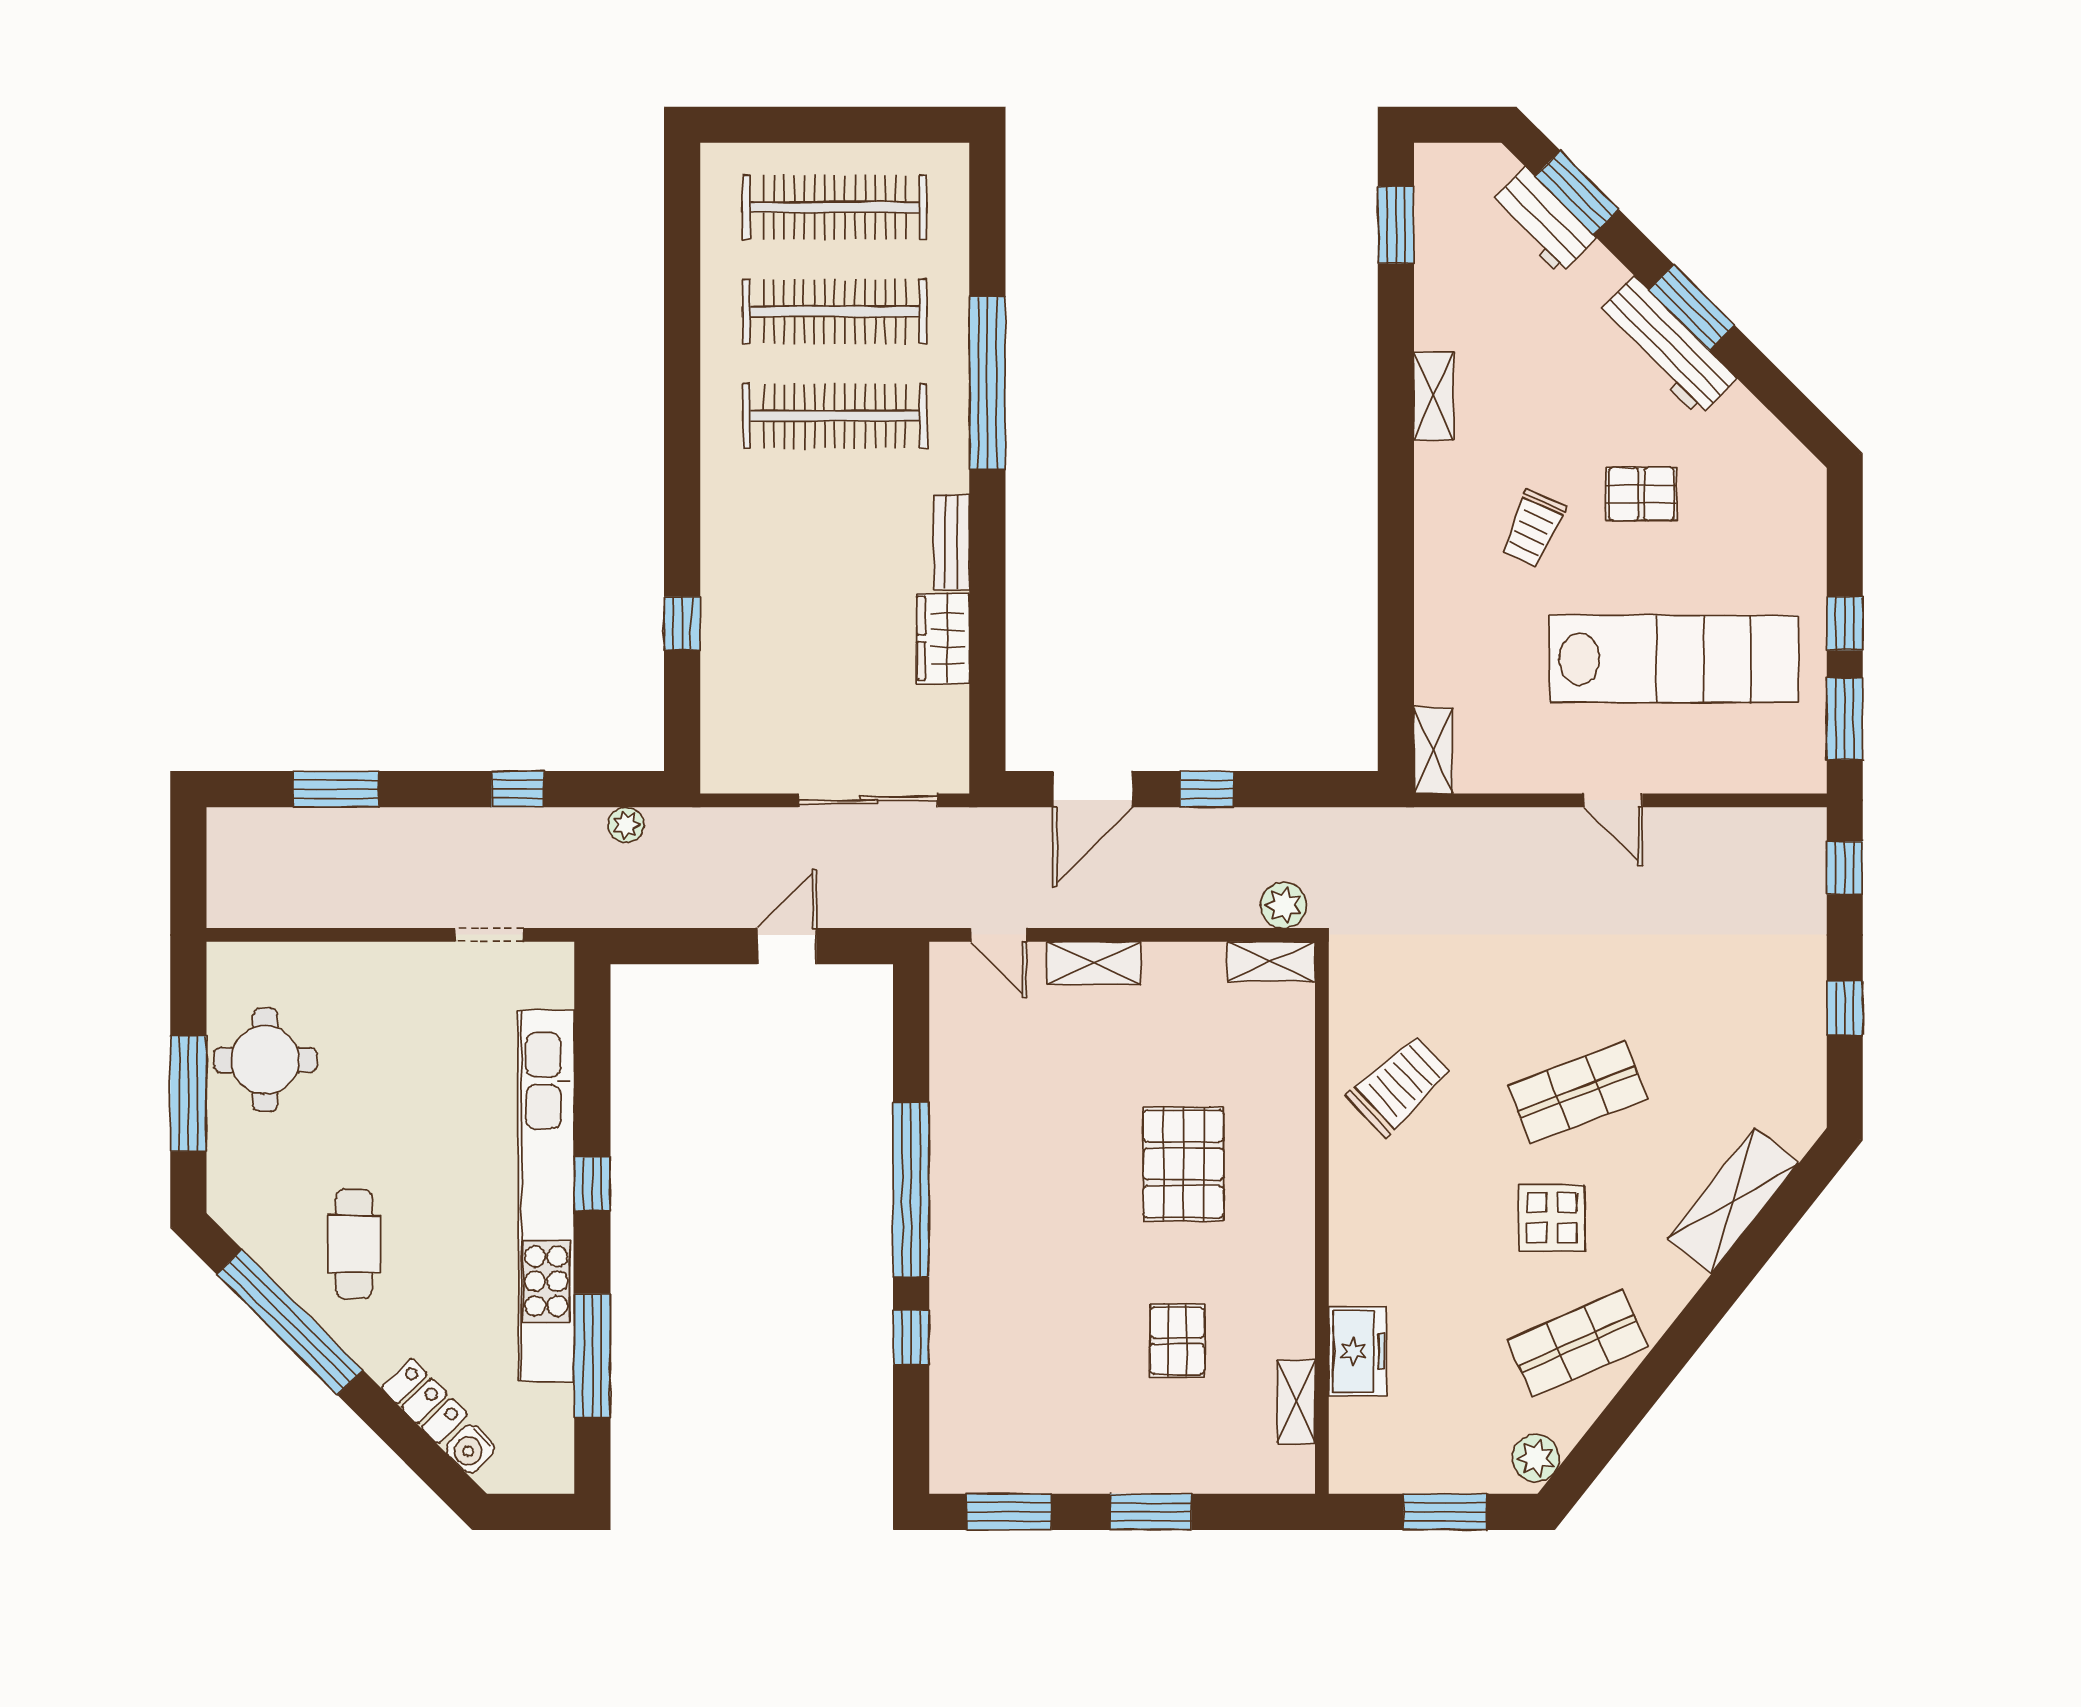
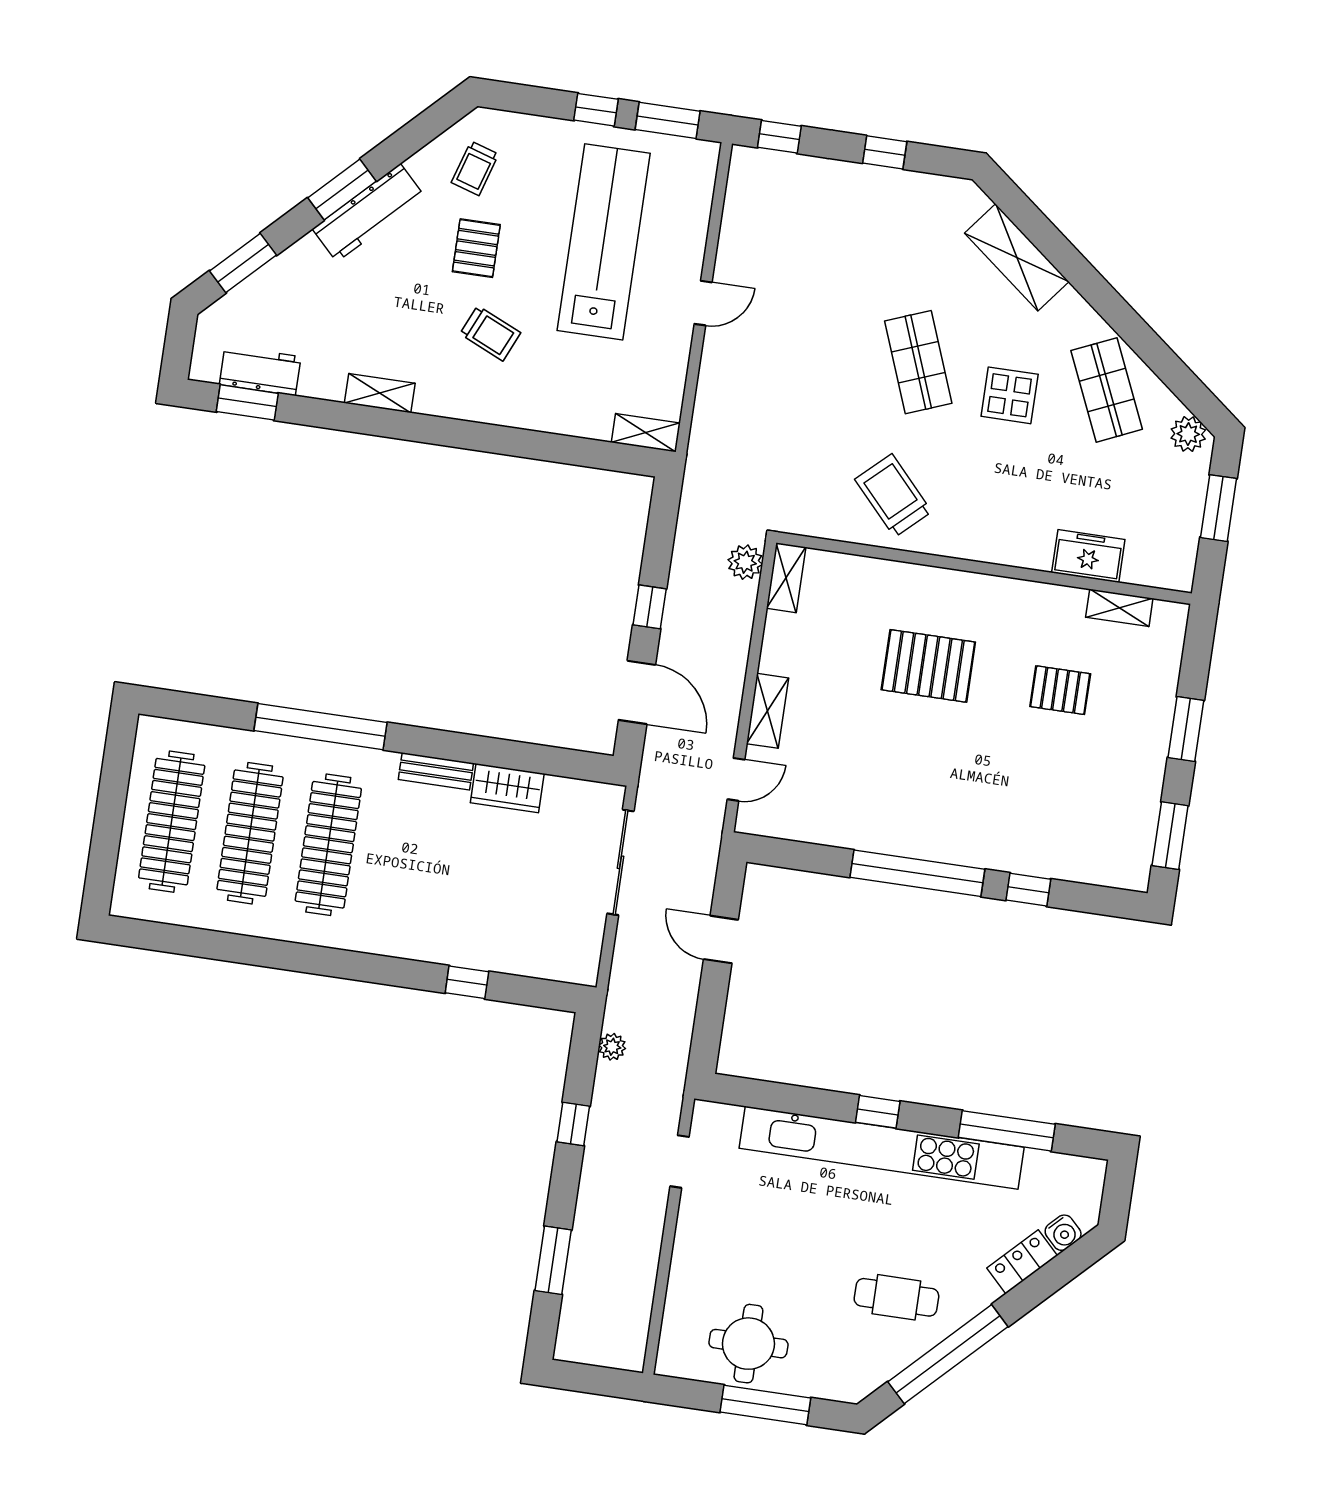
workbench: (1543, 221) -> (260, 371), moved, turned -135
trolley: (1745, 477) -> (475, 168), added

